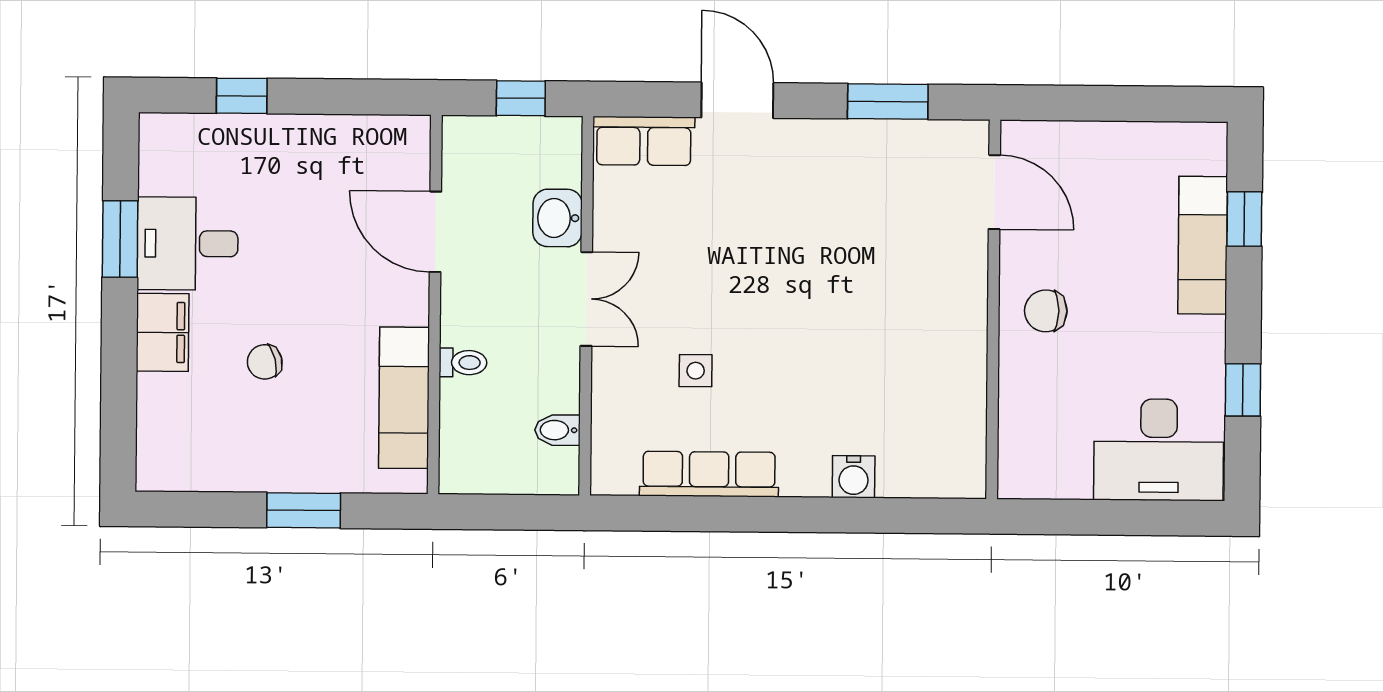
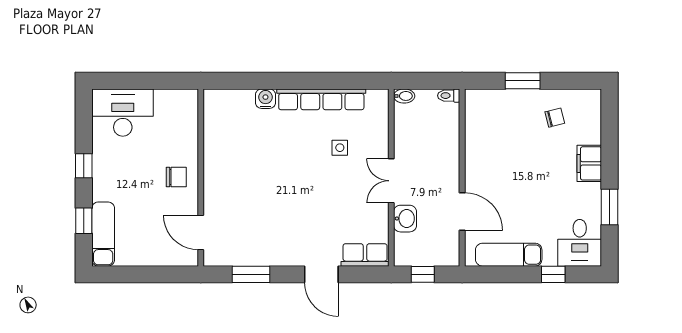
desk: (188, 244) -> (580, 243), moved, turned 90
exam couch: (1203, 245) -> (103, 234), moved
chair: (265, 362) -> (555, 118), moved
toilet: (463, 363) -> (449, 96), moved
window: (1243, 390) -> (84, 166), moved
exam couch: (404, 398) -> (509, 255), moved, turned -90
bidet: (557, 430) -> (404, 96), moved
row of seats: (709, 474) -> (321, 99), width x1.36

